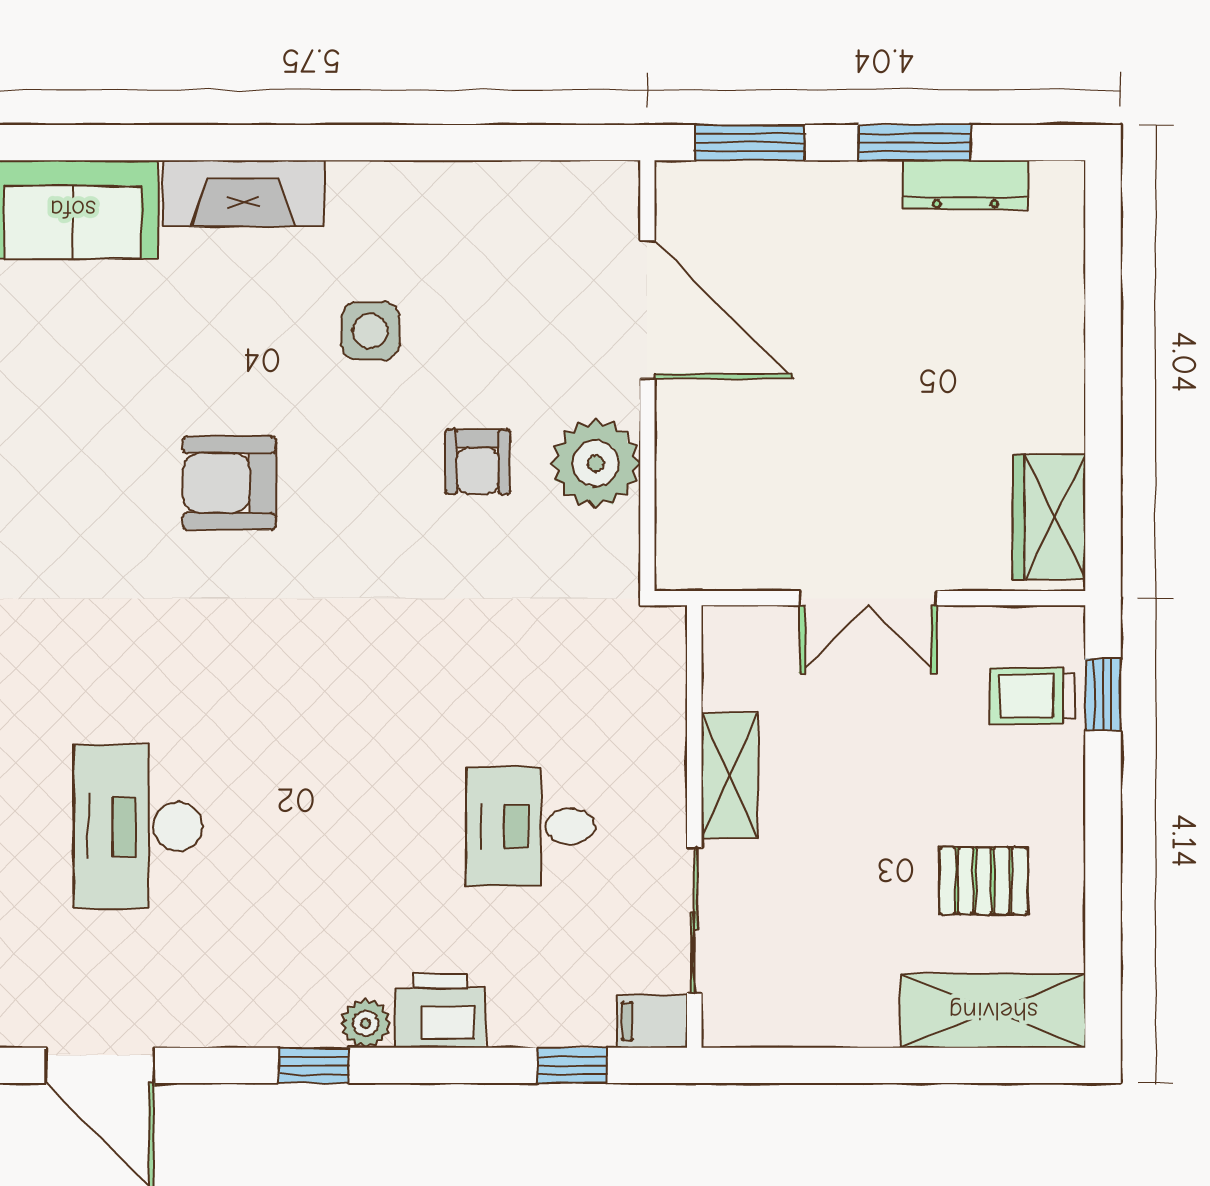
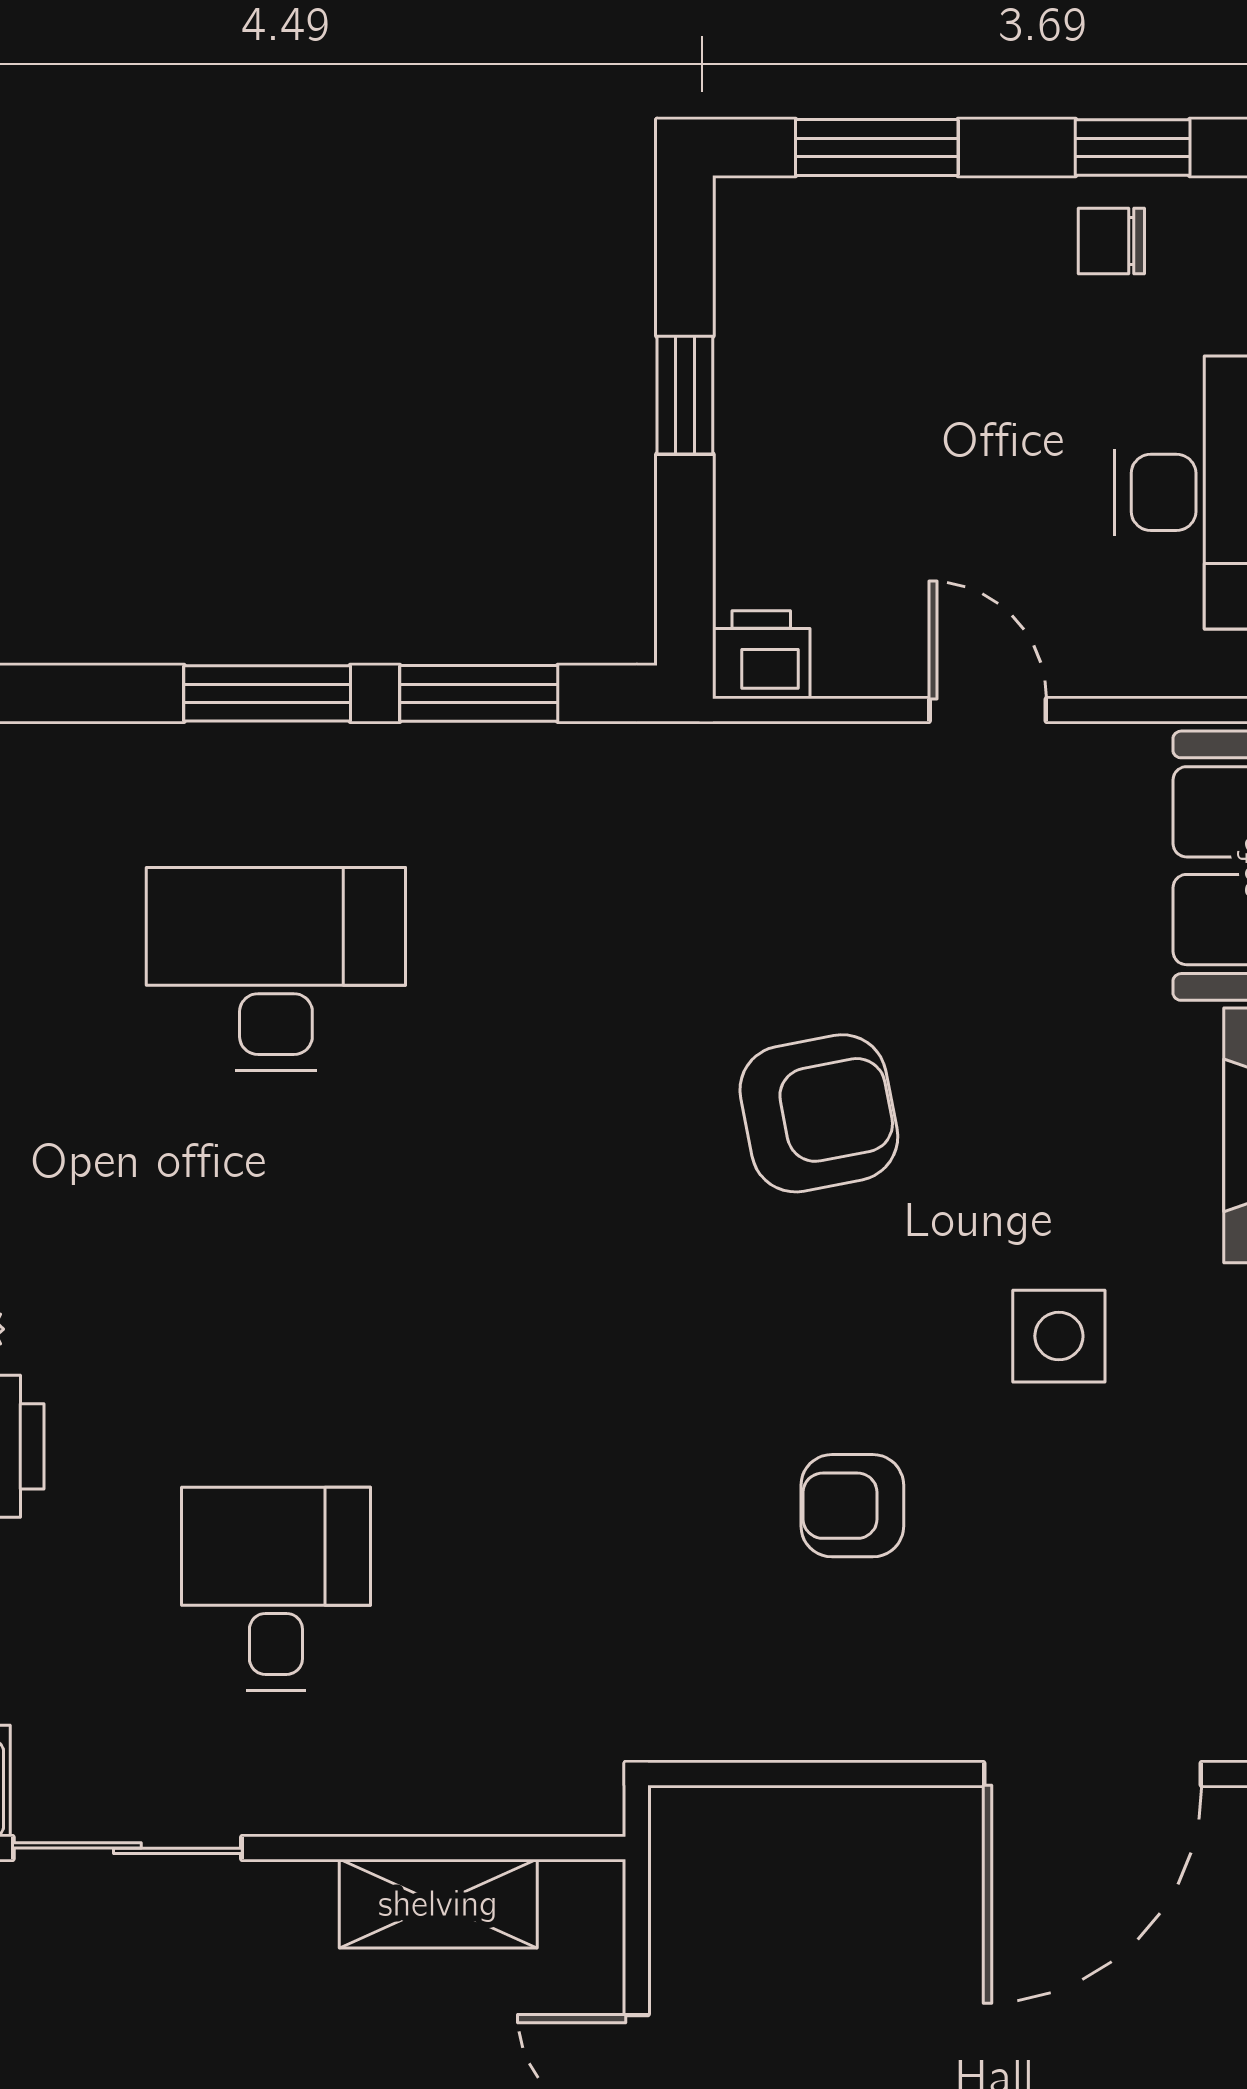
plant: (596, 463) -> (850, 1692), removed
armchair: (229, 483) -> (819, 1113), turned 79
shelving: (729, 776) -> (438, 1904), moved

